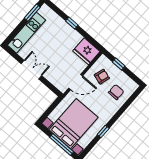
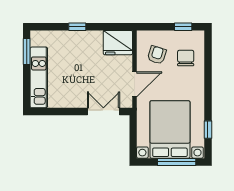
window: (119, 64) -> (183, 27), moved
double door: (31, 70) -> (103, 112), moved
window: (103, 131) -> (208, 130), moved

